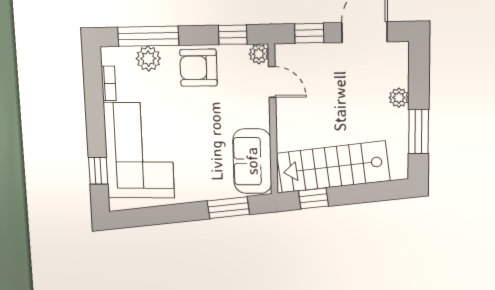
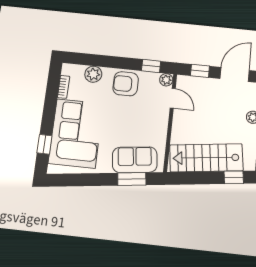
window: (148, 36) -> (96, 60), removed
sofa: (252, 161) -> (135, 160), moved, turned 83
window: (313, 198) -> (234, 177), moved

